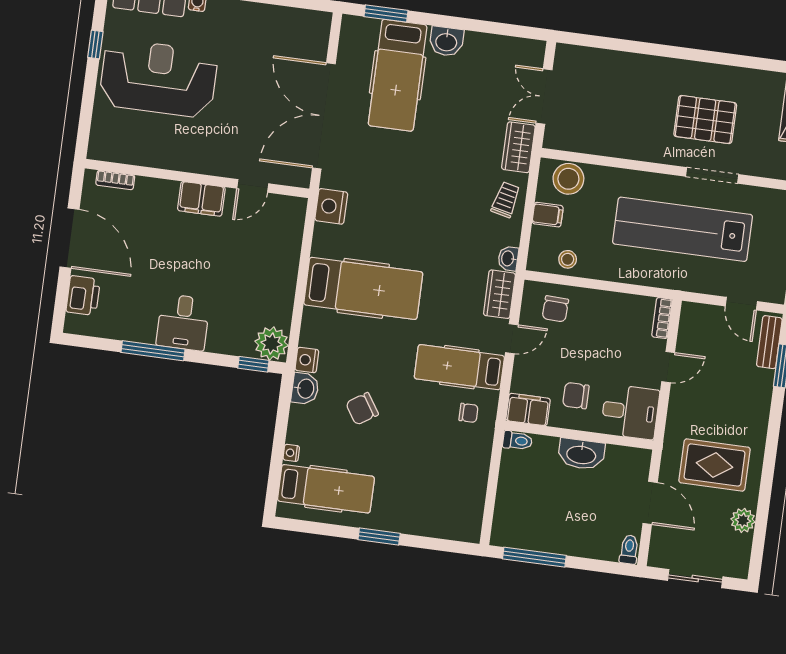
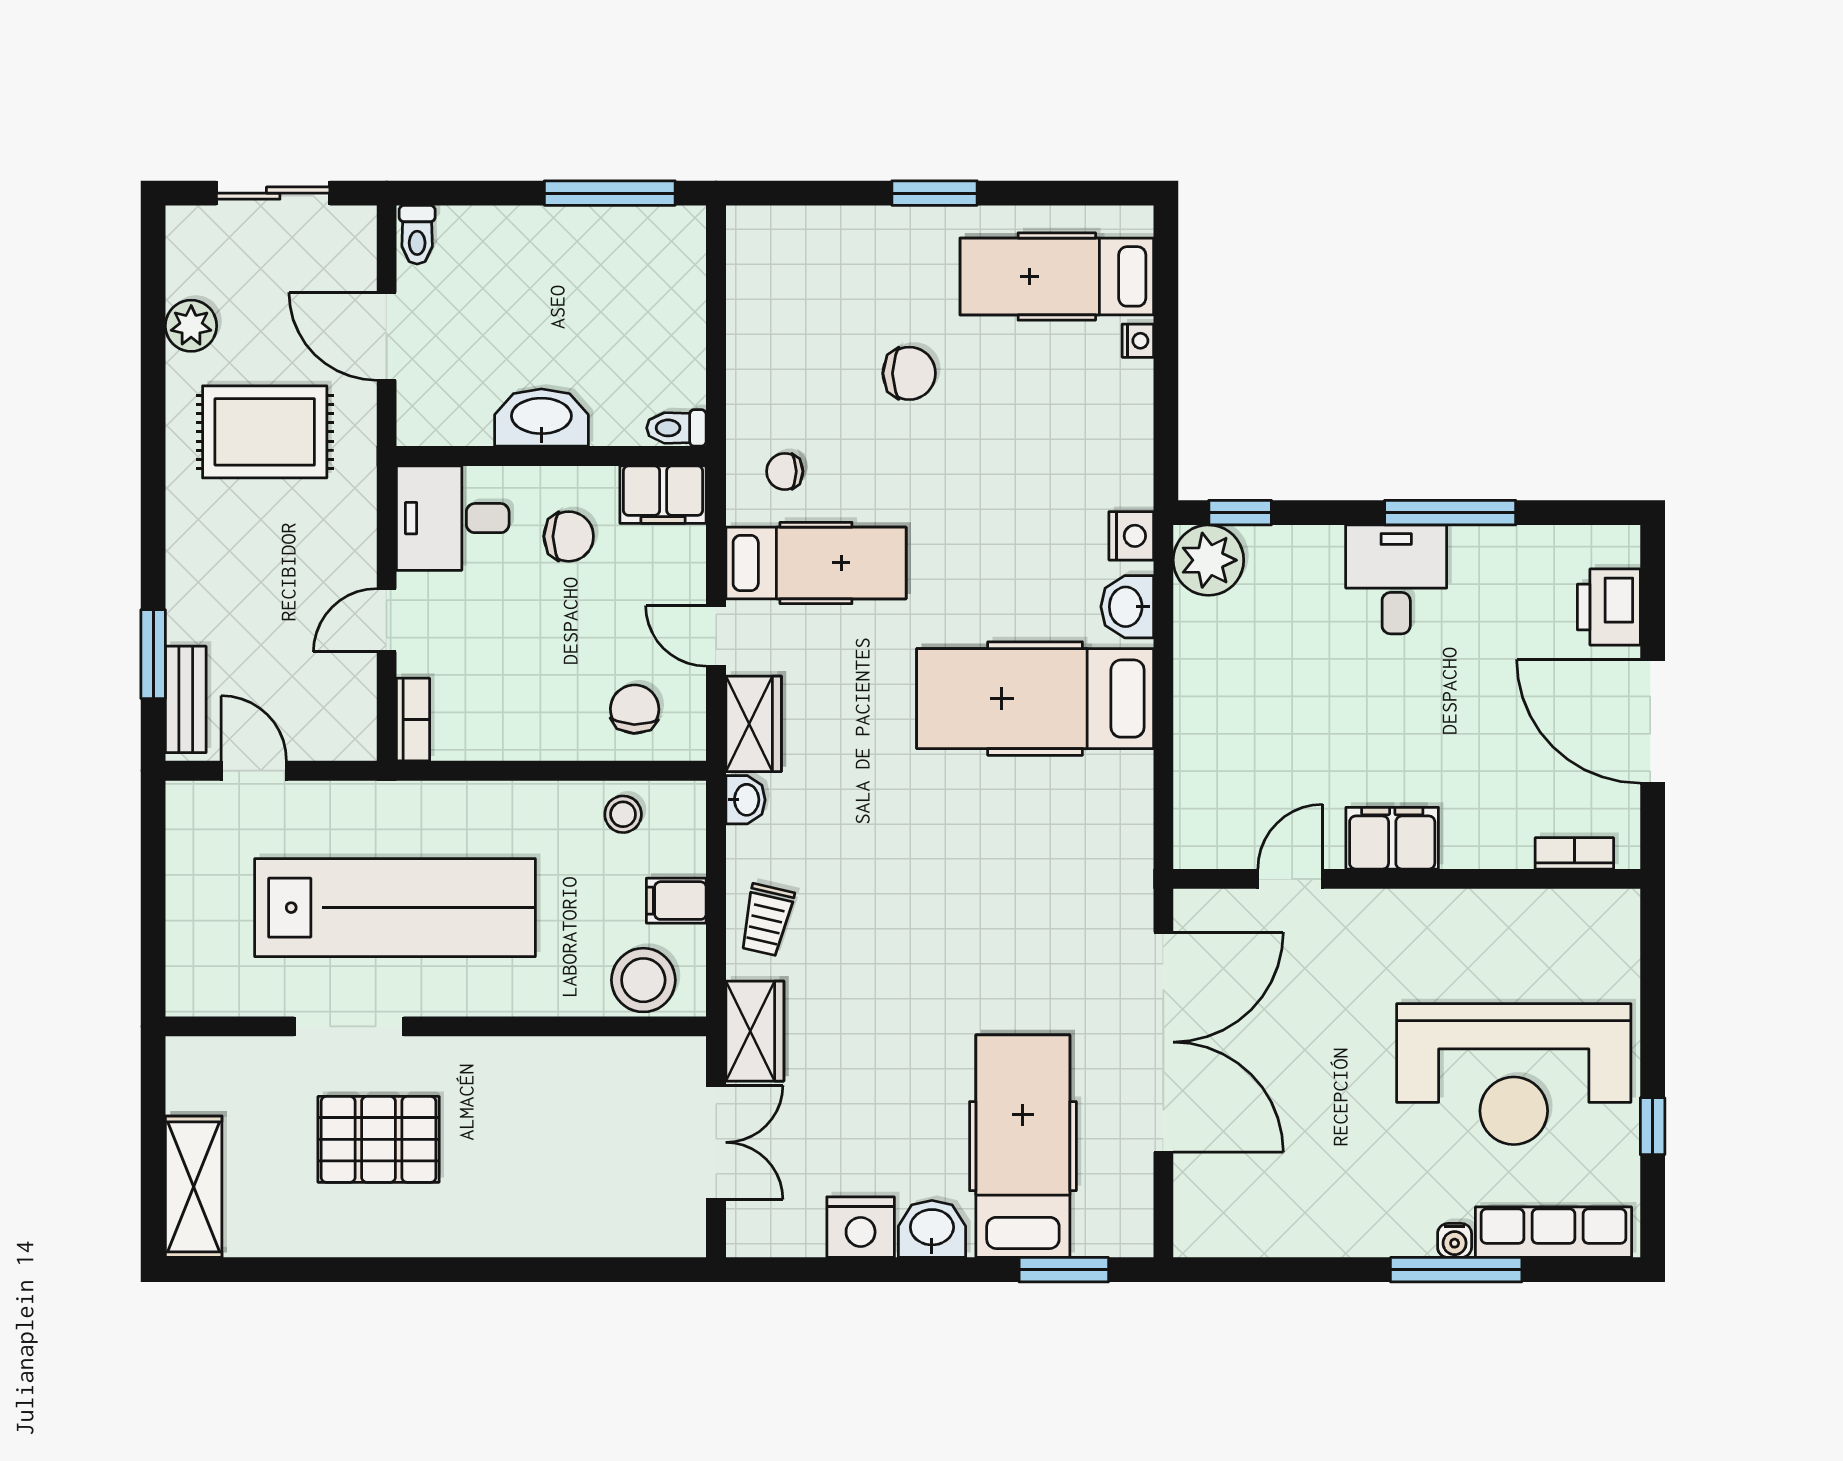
nightstand: (331, 206) -> (861, 1227), moved, turned 90
door: (512, 339) -> (716, 636), hinge flipped
washbasin: (305, 389) -> (1127, 607), moved
chair: (362, 409) -> (909, 373), moved, turned 33

